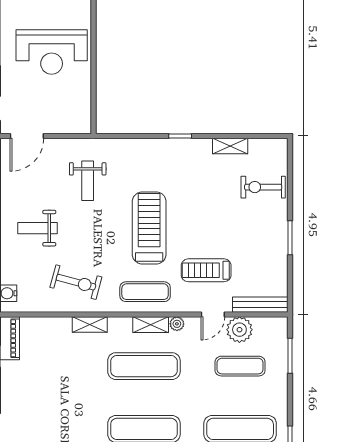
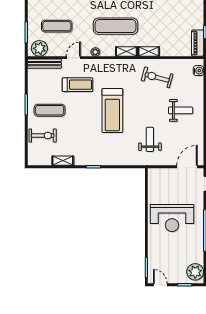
reception desk: (52, 52) -> (172, 218), turned 180
exercise mat: (145, 292) -> (50, 110), moved
shelving: (151, 325) -> (126, 51), moved
plant: (239, 330) -> (39, 48), moved

